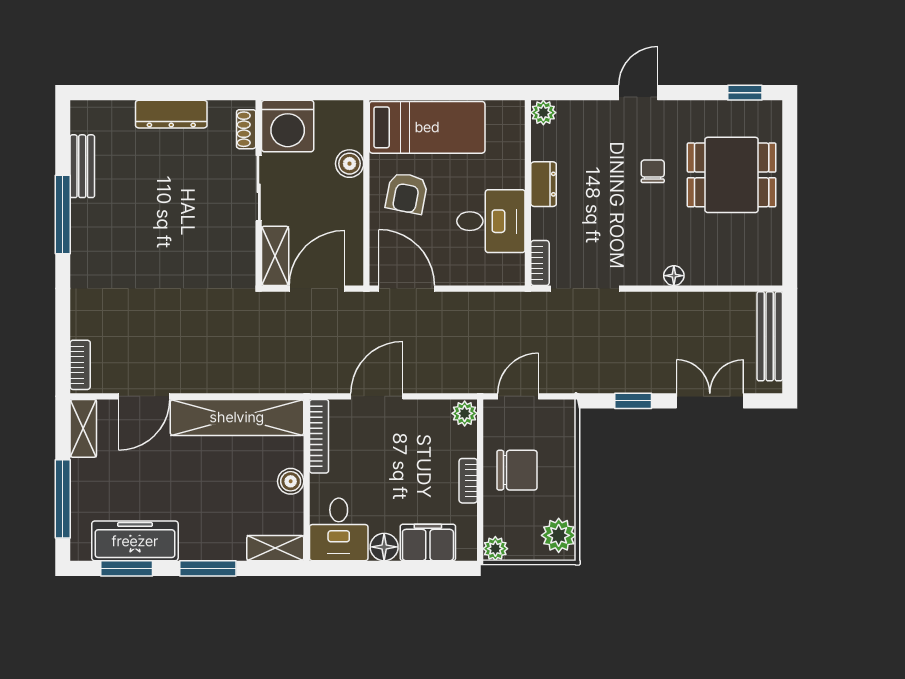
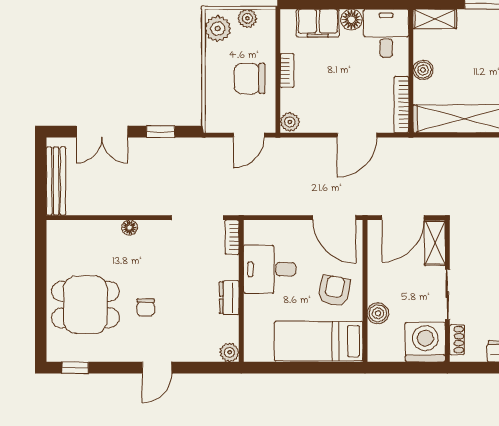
plant: (495, 549) -> (247, 18), moved

